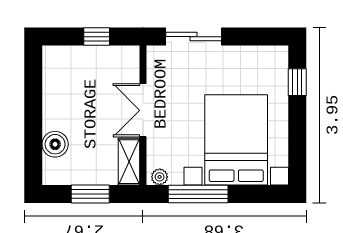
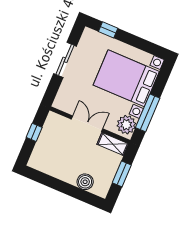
sliding door: (194, 37) -> (65, 60), moved
double door: (143, 110) -> (87, 124), swing flipped
plant: (160, 177) -> (126, 125), width x1.88, depth x1.88

